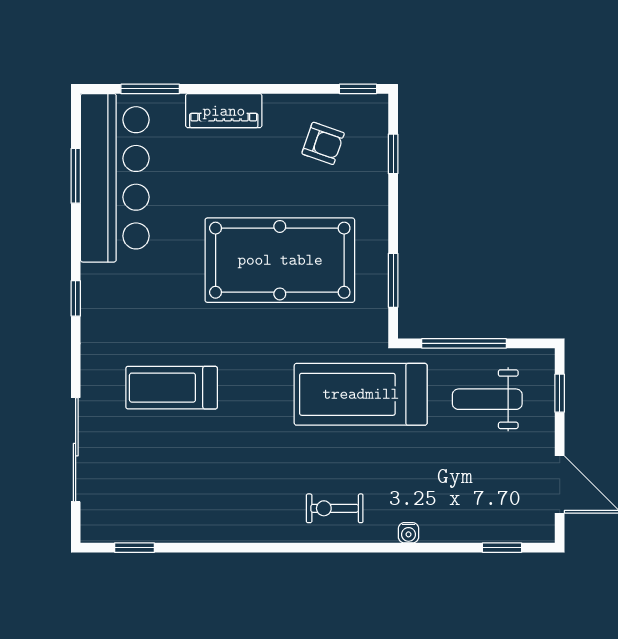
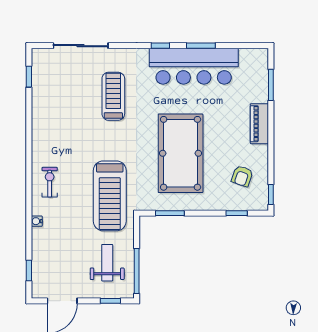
window: (76, 176) -> (201, 46), moved
bar counter: (115, 178) -> (194, 66), moved
window: (464, 343) -> (137, 271), moved
treadmill: (361, 394) -> (110, 196), turned 180

